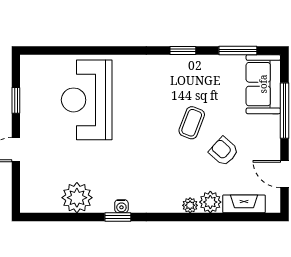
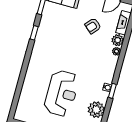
reception desk: (87, 100) -> (62, 93), moved, turned -90
coffee table: (192, 123) -> (73, 39), removed

